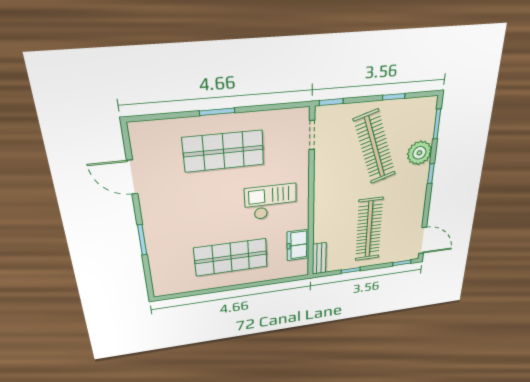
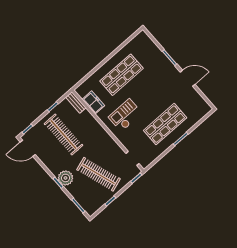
plant: (419, 153) -> (65, 178), moved
door: (132, 177) -> (188, 78), moved
checkout: (271, 202) -> (125, 115), turned 180

